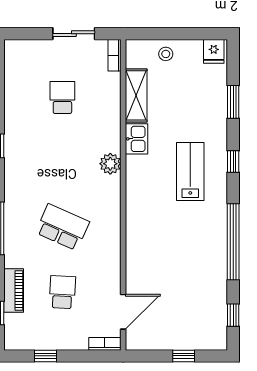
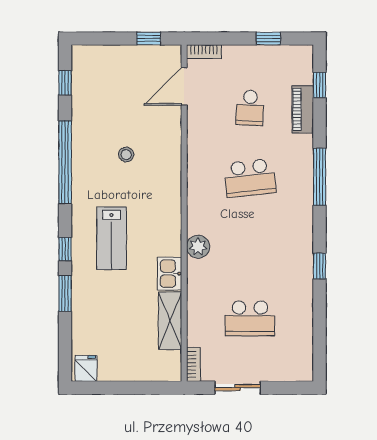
stool: (166, 54) -> (126, 155), moved
school desk: (62, 98) -> (250, 318), width x1.85
window: (233, 102) -> (65, 293), moved
school desk: (62, 227) -> (250, 178), turned -30
window: (184, 356) -> (149, 38), moved

